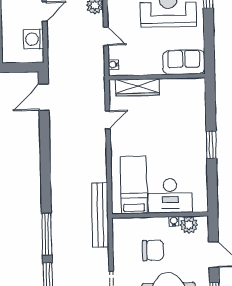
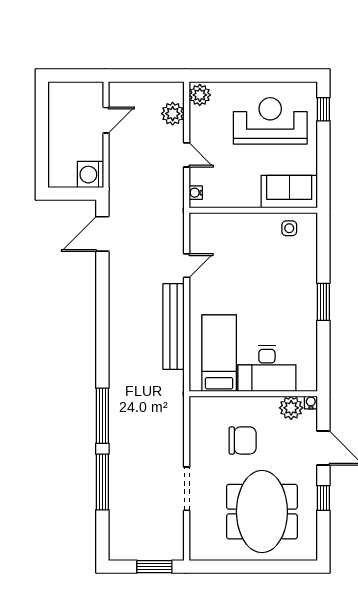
washing machine: (34, 39) -> (90, 175), moved
wardrobe: (138, 87) -> (227, 224), removed
side table: (184, 90) -> (289, 228), added
bench: (100, 215) -> (174, 326), moved
water cooler: (174, 221) -> (311, 403), moved

